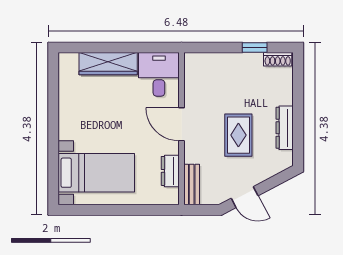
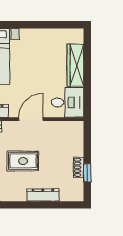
shoe rack: (278, 59) -> (79, 167), moved
dresser: (285, 128) -> (43, 195), moved

